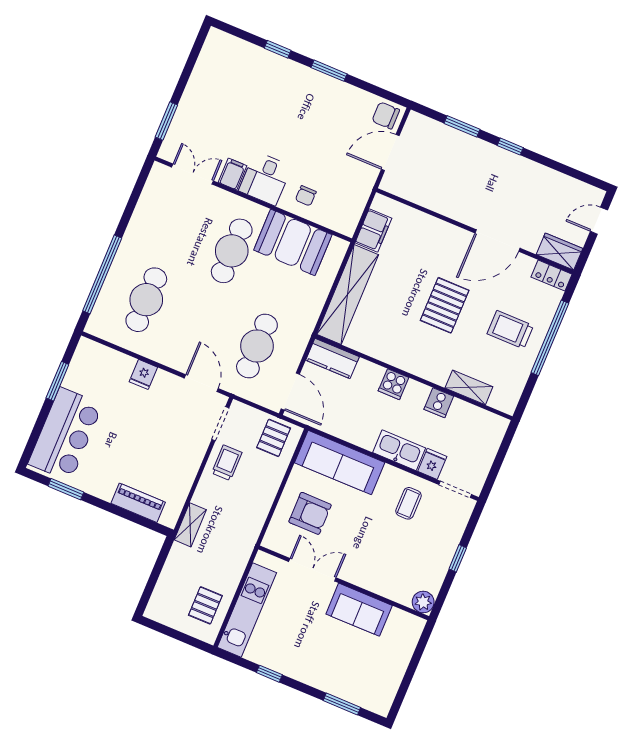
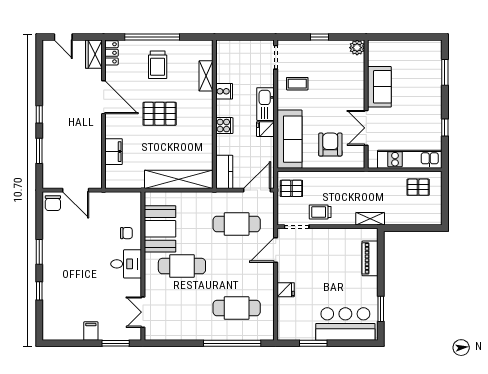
filing cabinet: (233, 174) -> (91, 331), moved, turned 90
filing cabinet: (373, 231) -> (114, 152), moved, turned 90
fridge: (432, 464) -> (265, 129), moved

